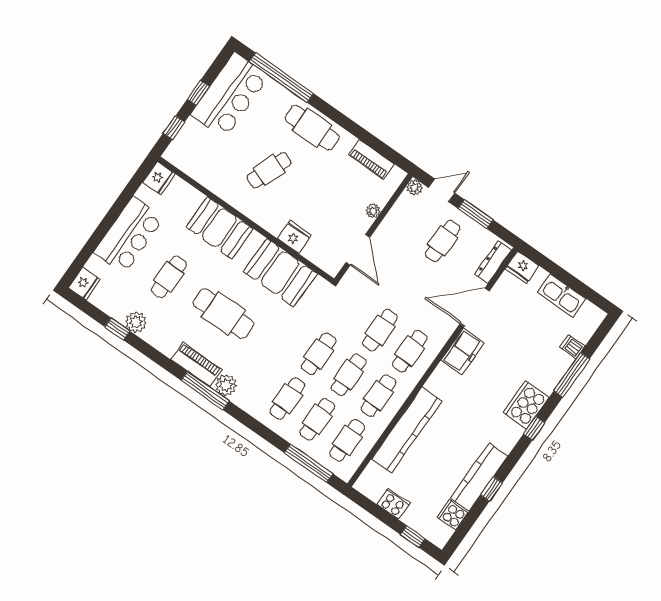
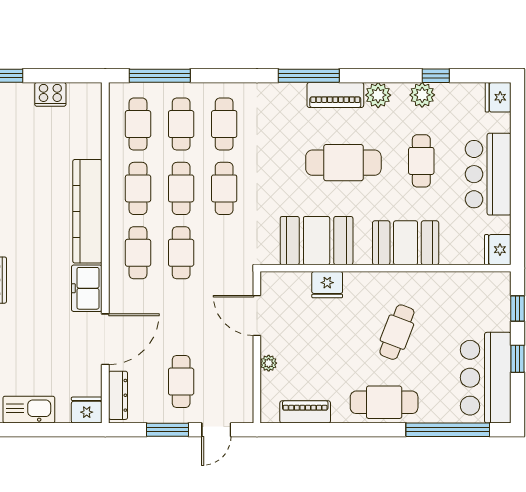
plant: (415, 188) -> (244, 414), removed
plant: (226, 385) -> (378, 95), moved
kitchen counter: (407, 430) -> (87, 211), moved

